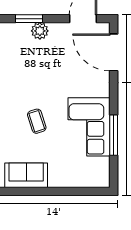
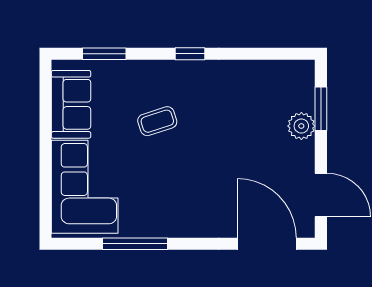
door: (114, 52) -> (267, 244), hinge flipped
corner sofa: (89, 127) -> (85, 187), moved, turned 90

